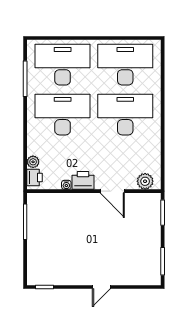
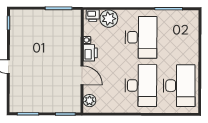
desk: (63, 65) -> (179, 37), removed
plant: (33, 162) -> (109, 19), width x1.88, depth x1.88
door: (112, 191) -> (82, 75), swing flipped

